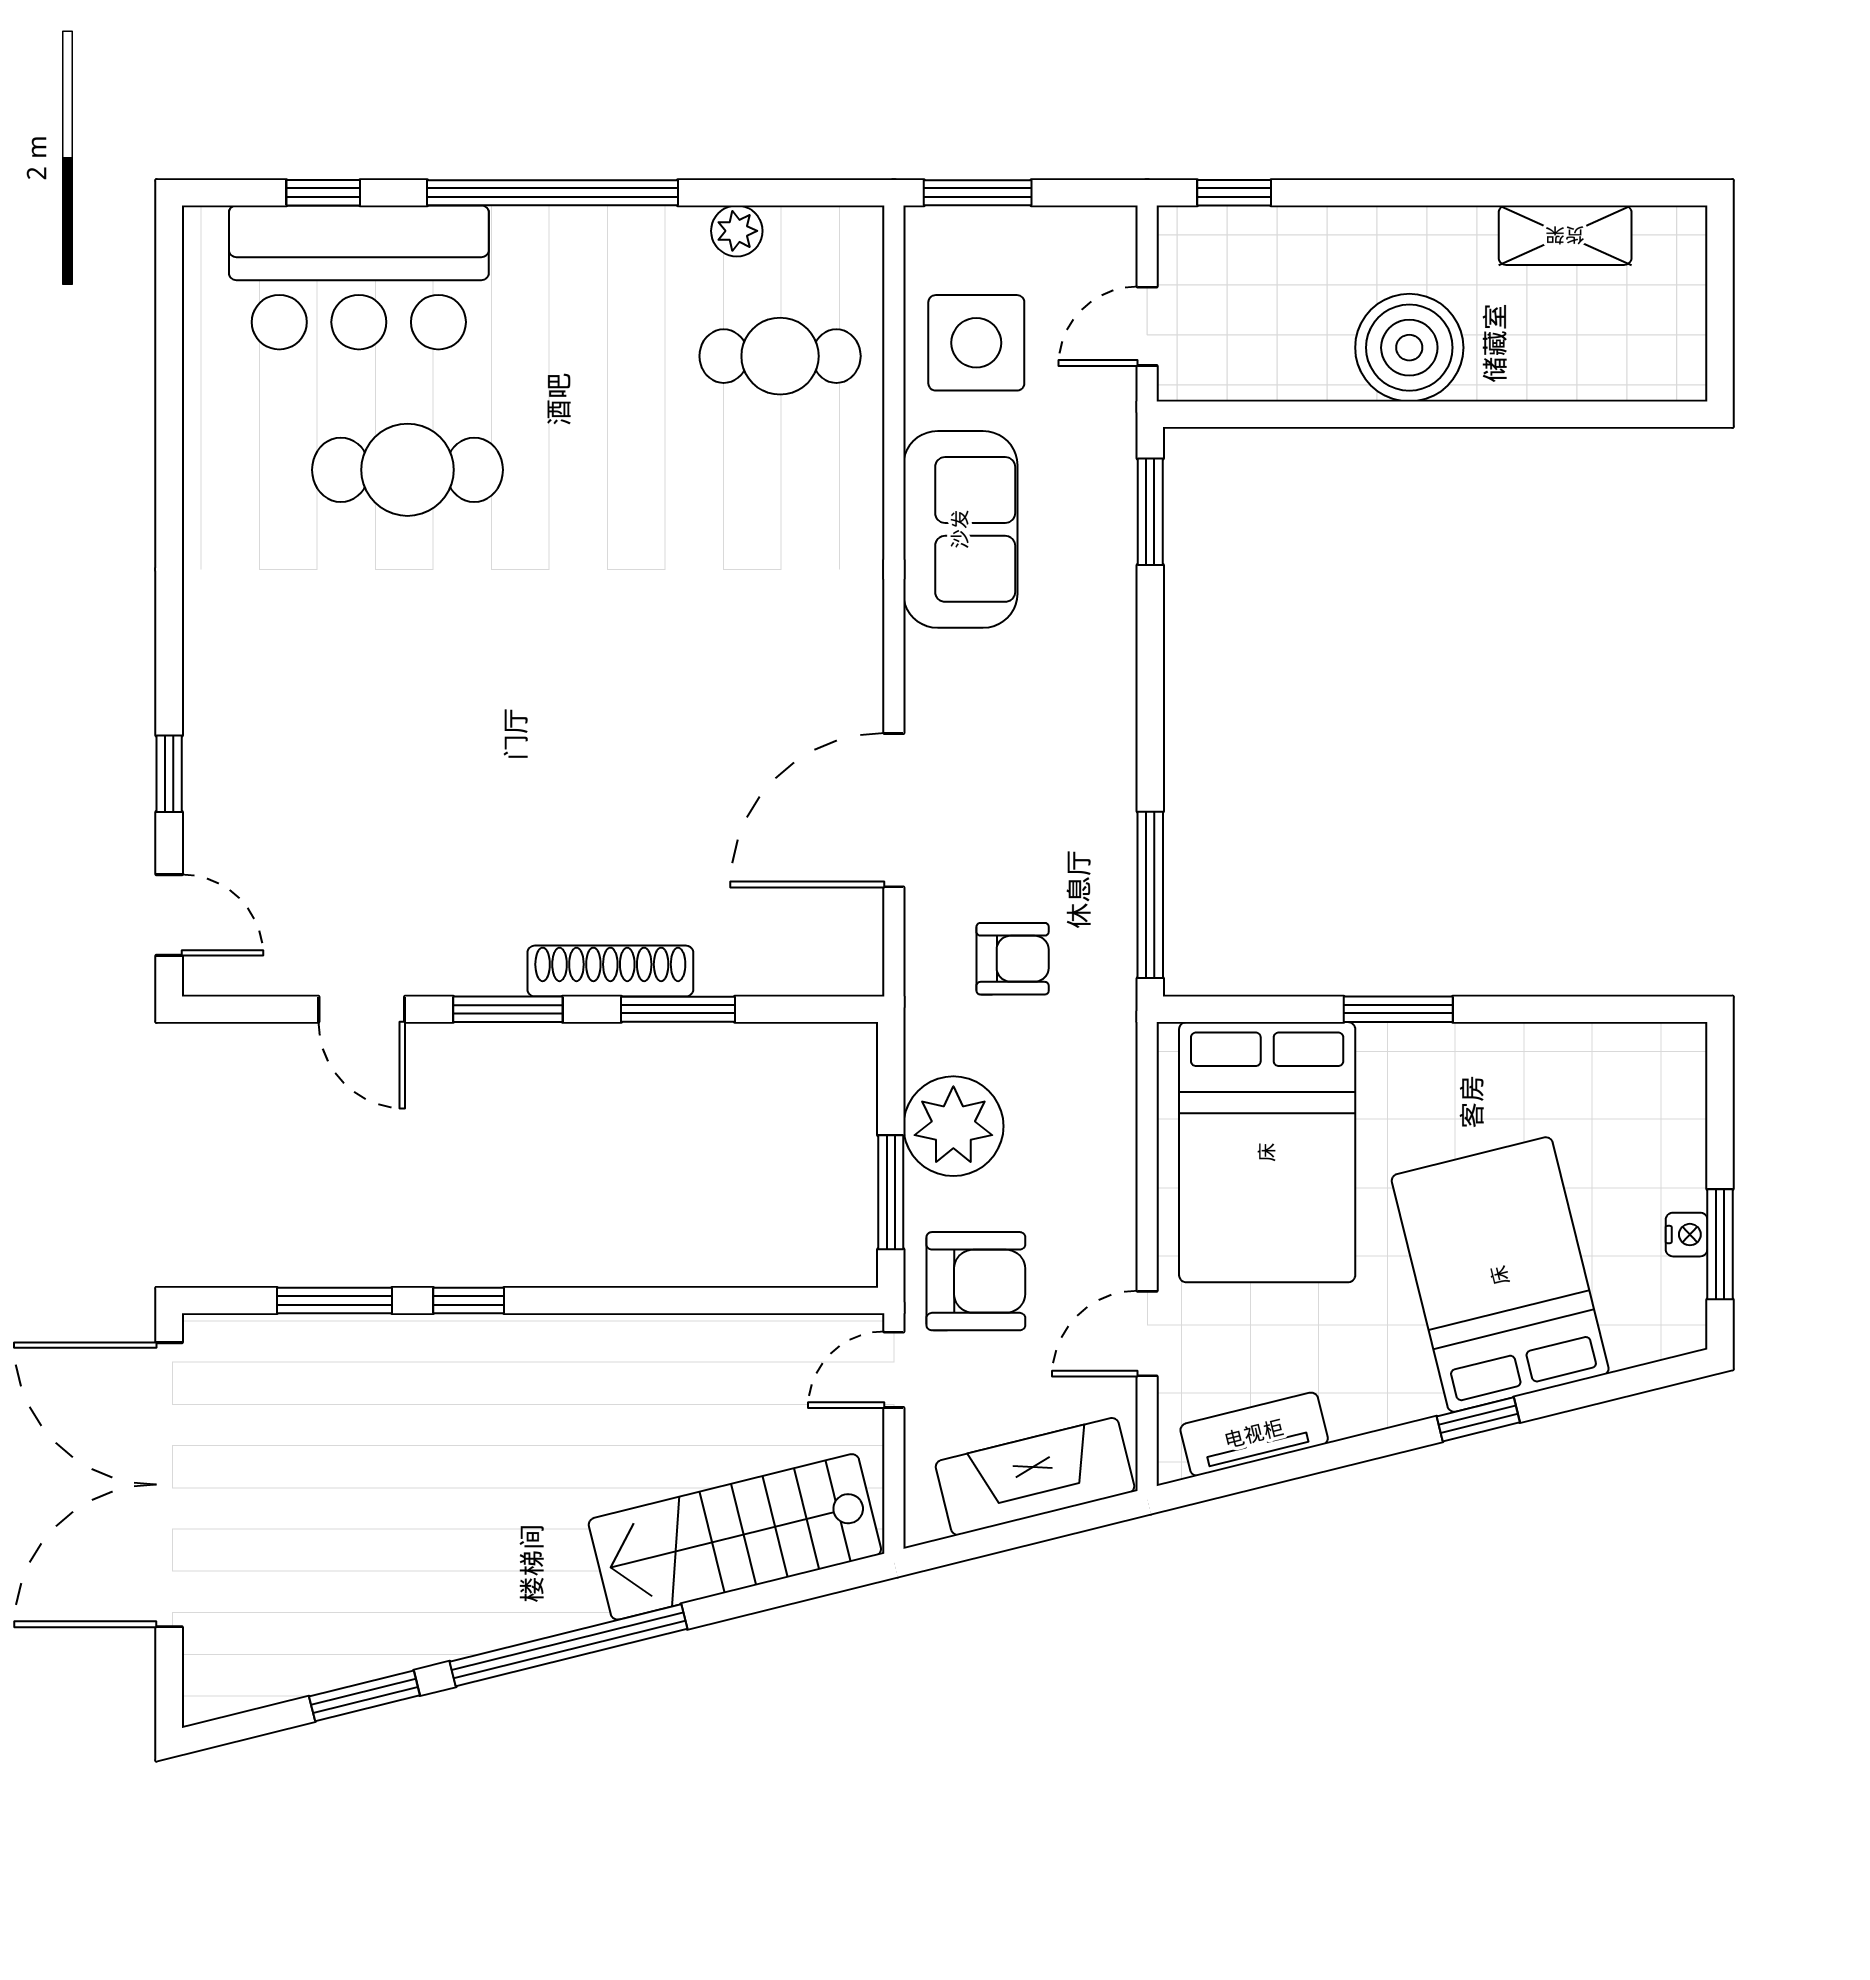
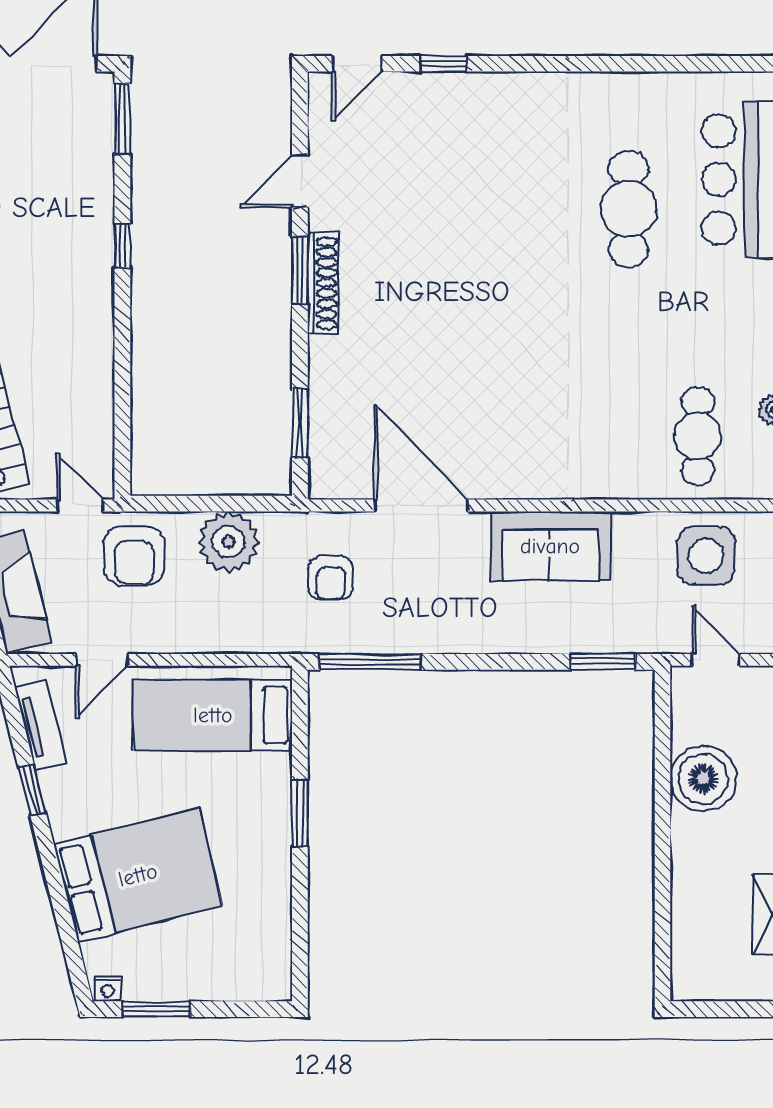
boiler: (1409, 348) -> (703, 779), moved
sofa: (960, 529) -> (550, 546), moved
shoe rack: (610, 971) -> (323, 283), moved
window: (678, 1009) -> (300, 423), moved
bed: (1267, 1152) -> (213, 715), width x0.67
window: (891, 1192) -> (188, 504), removed
nightstand: (1687, 1235) -> (108, 989), moved
window: (335, 1300) -> (122, 119), moved
door: (1147, 1334) -> (102, 660), swing flipped
window: (1478, 1419) -> (32, 790), moved

